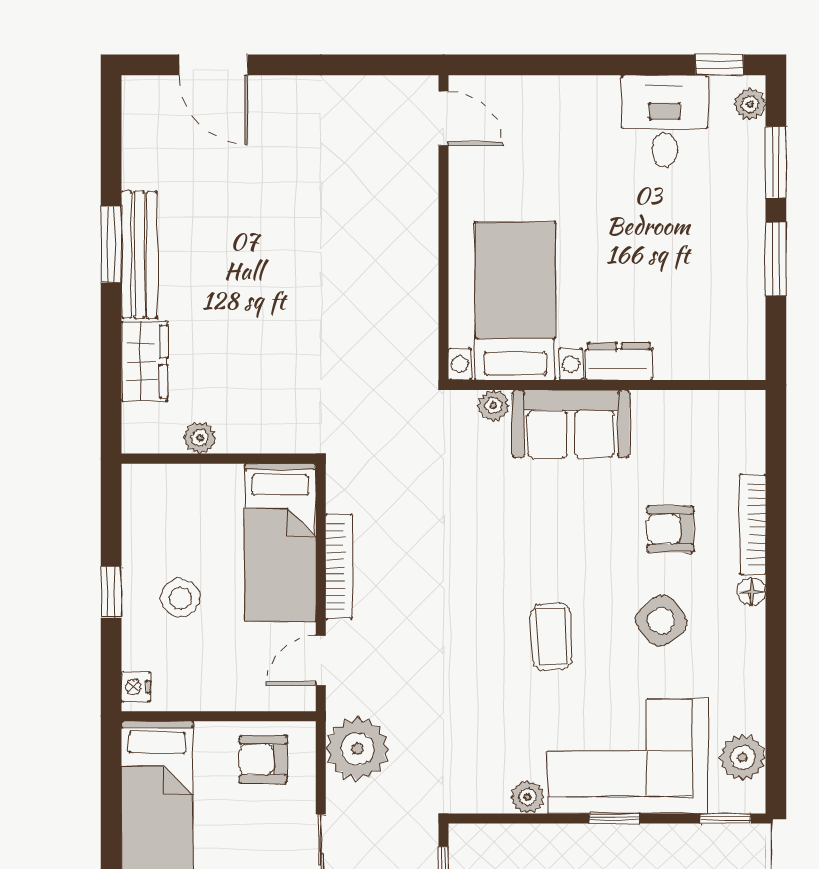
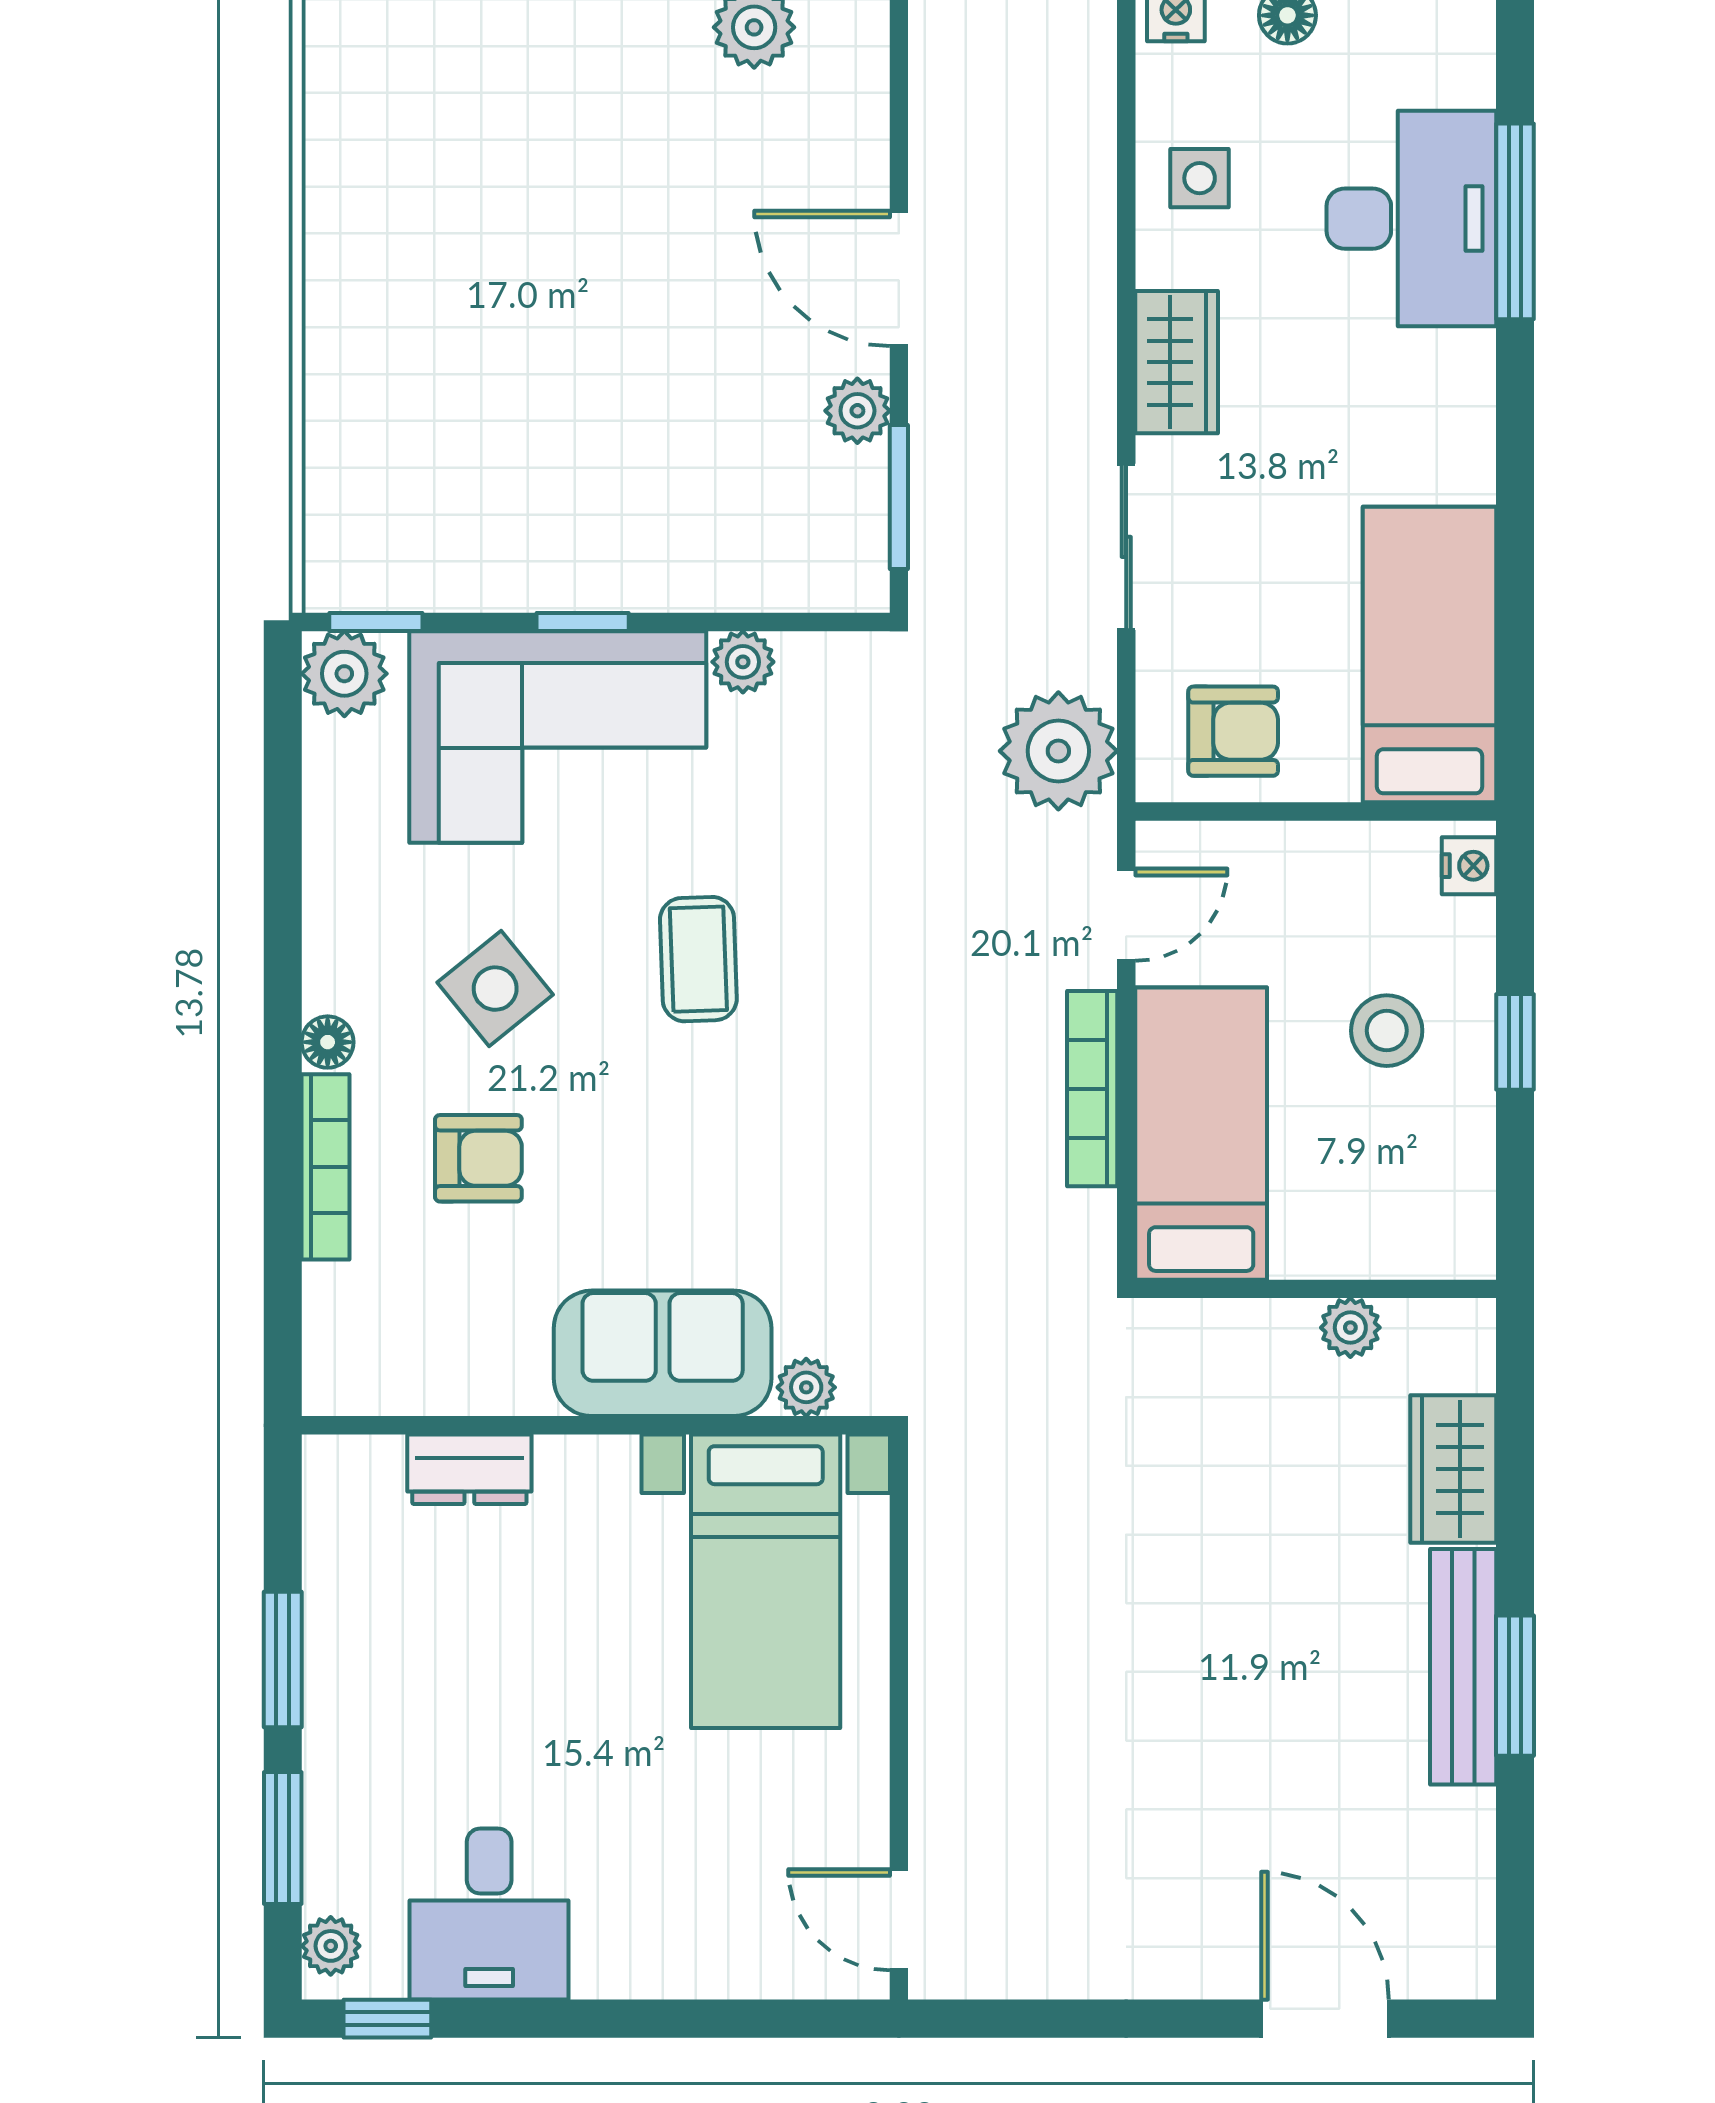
dresser: (619, 361) -> (469, 1469), moved
plant: (743, 757) -> (344, 674), moved

